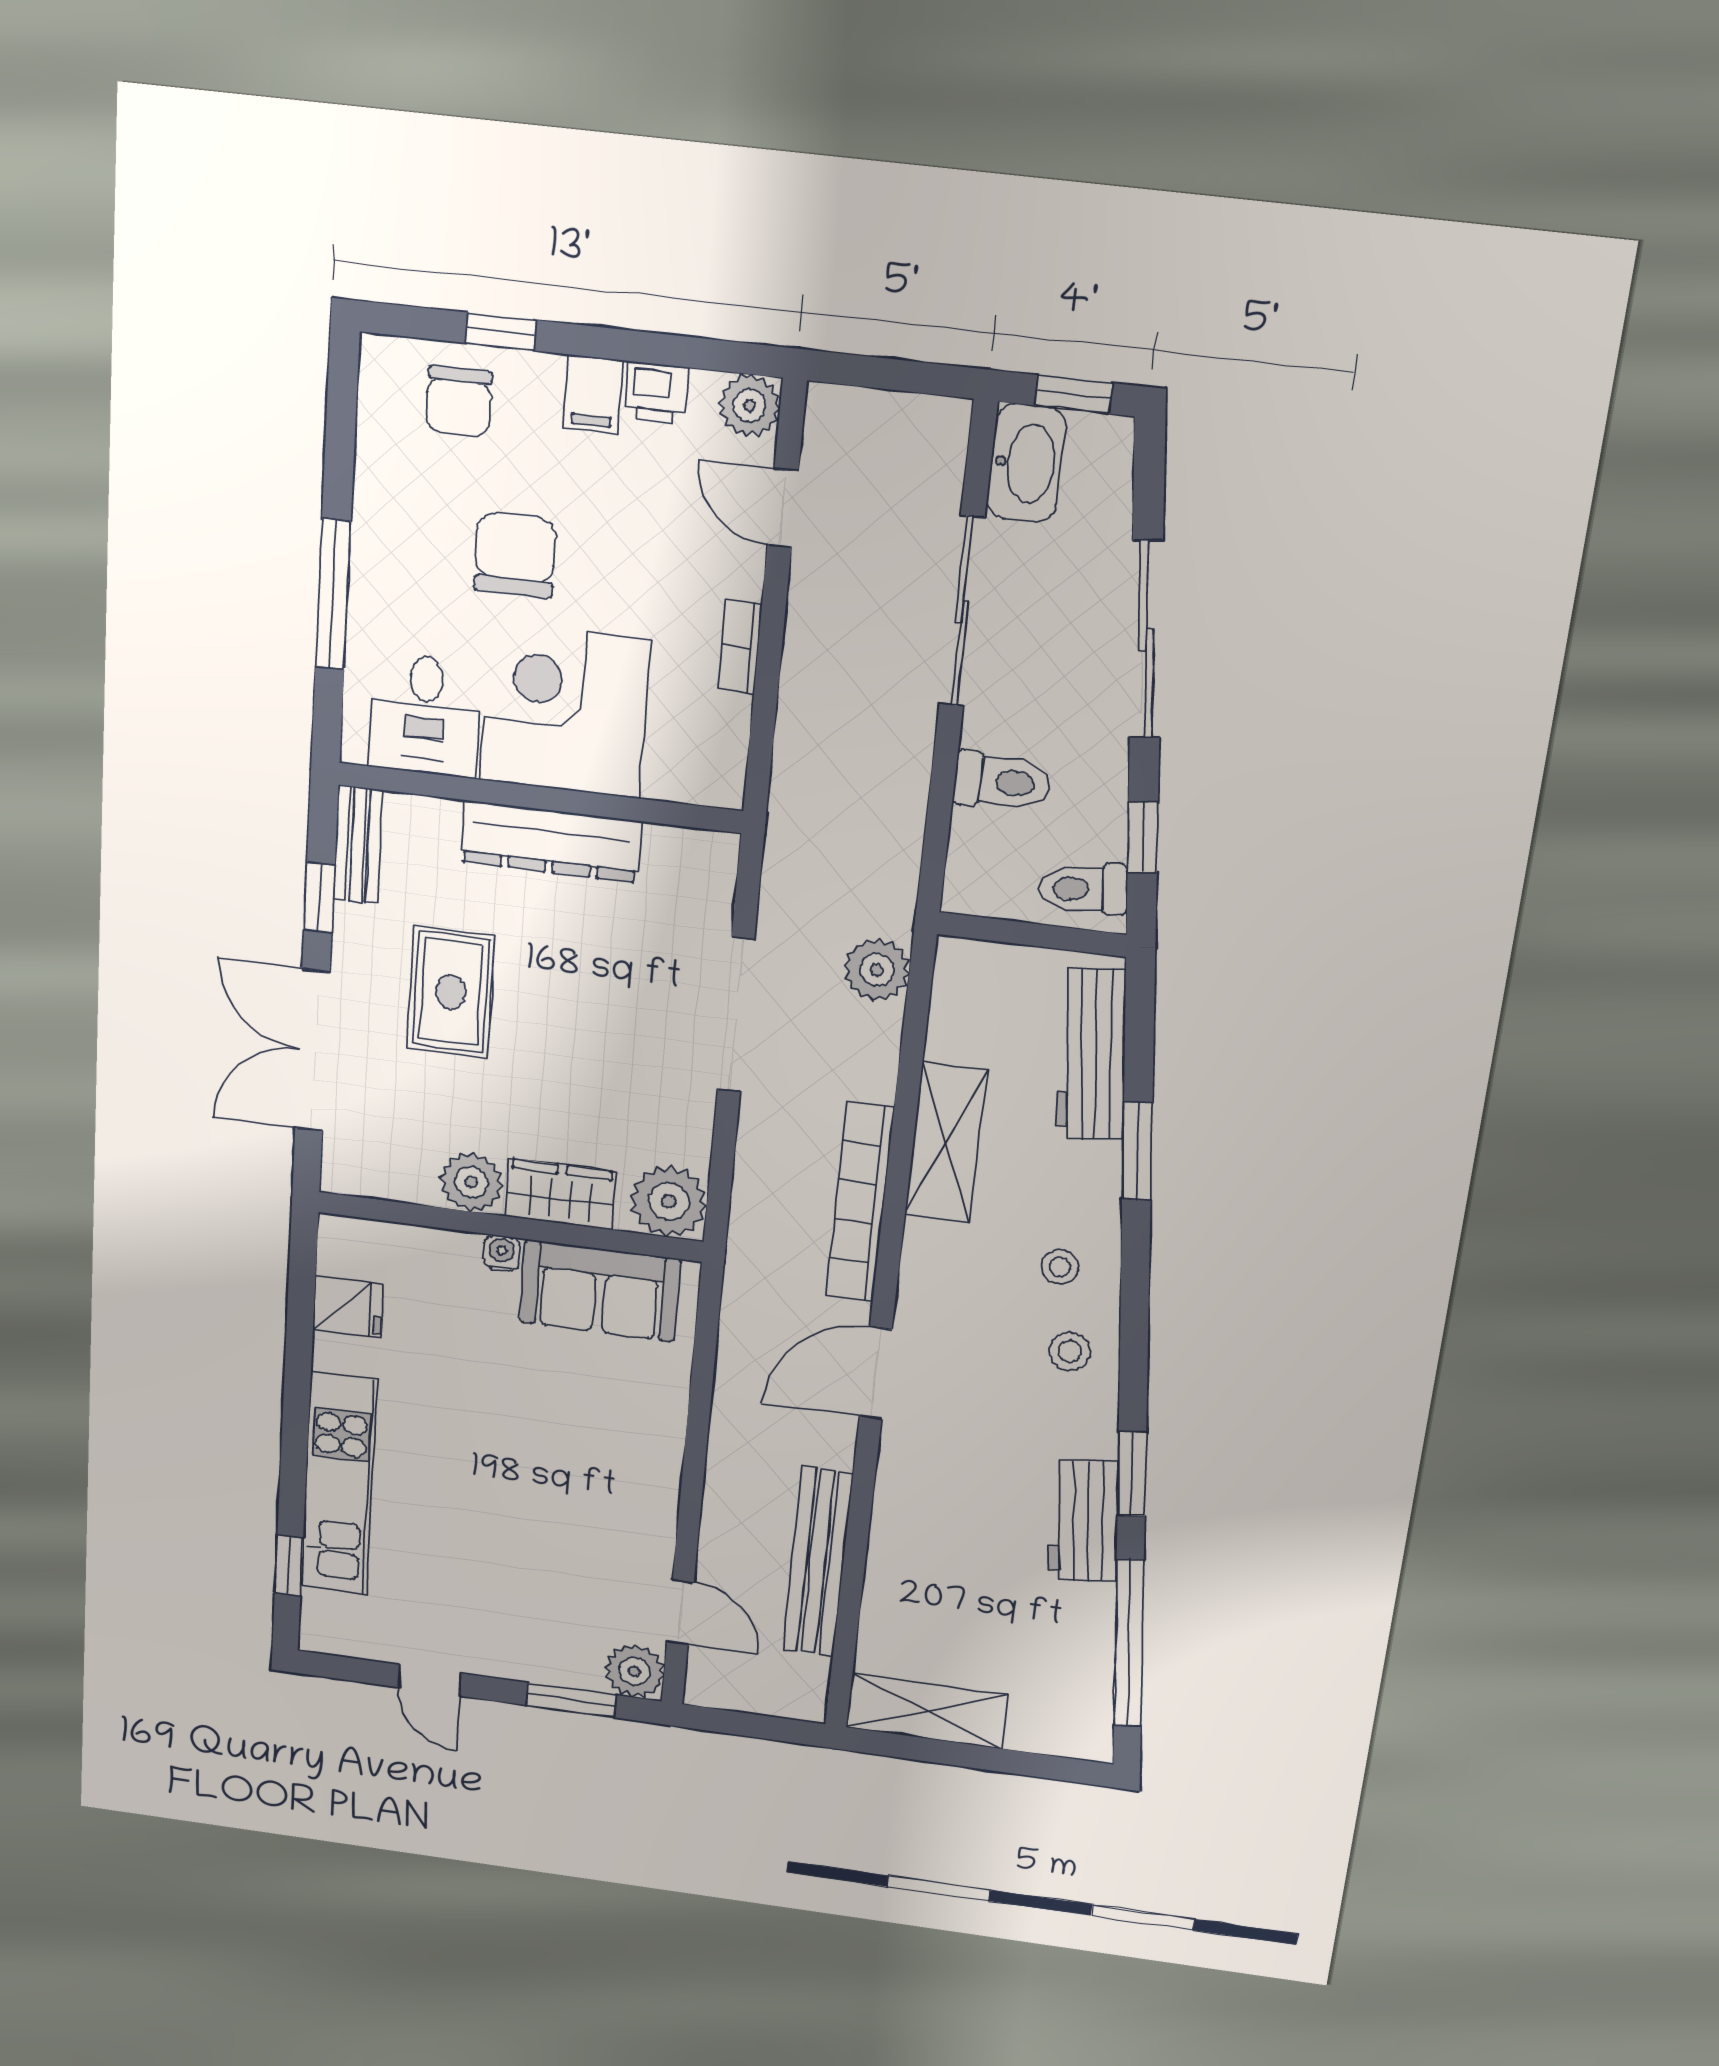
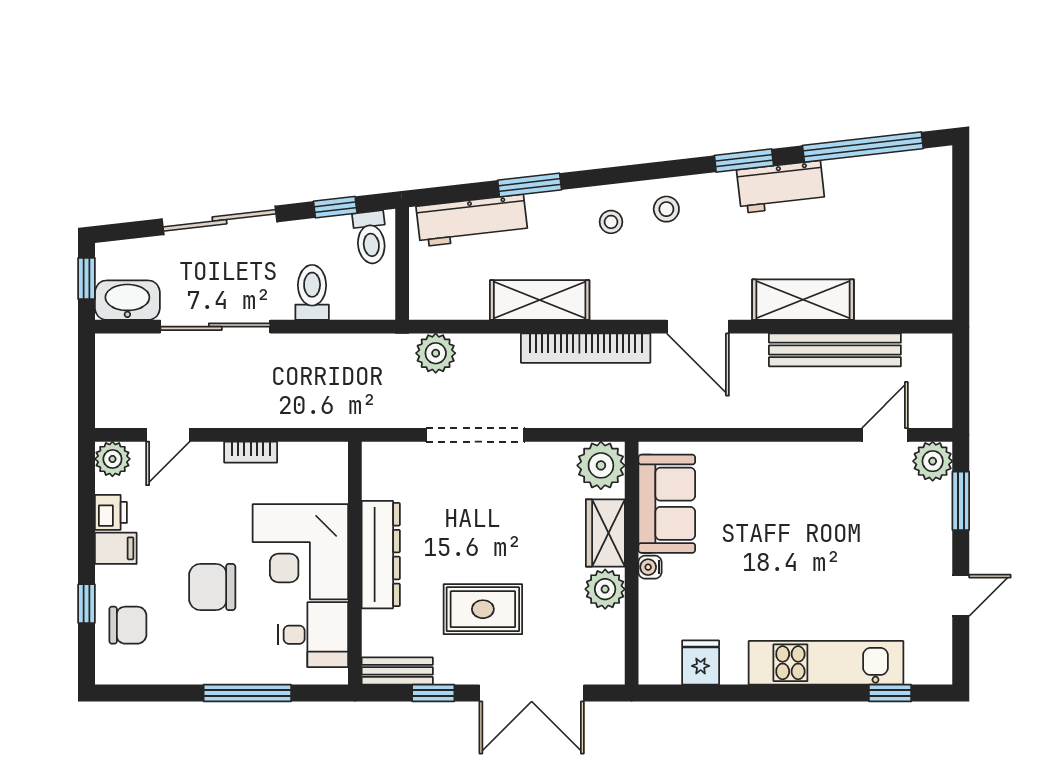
shelving: (927, 1711) -> (803, 300), moved, turned 90

